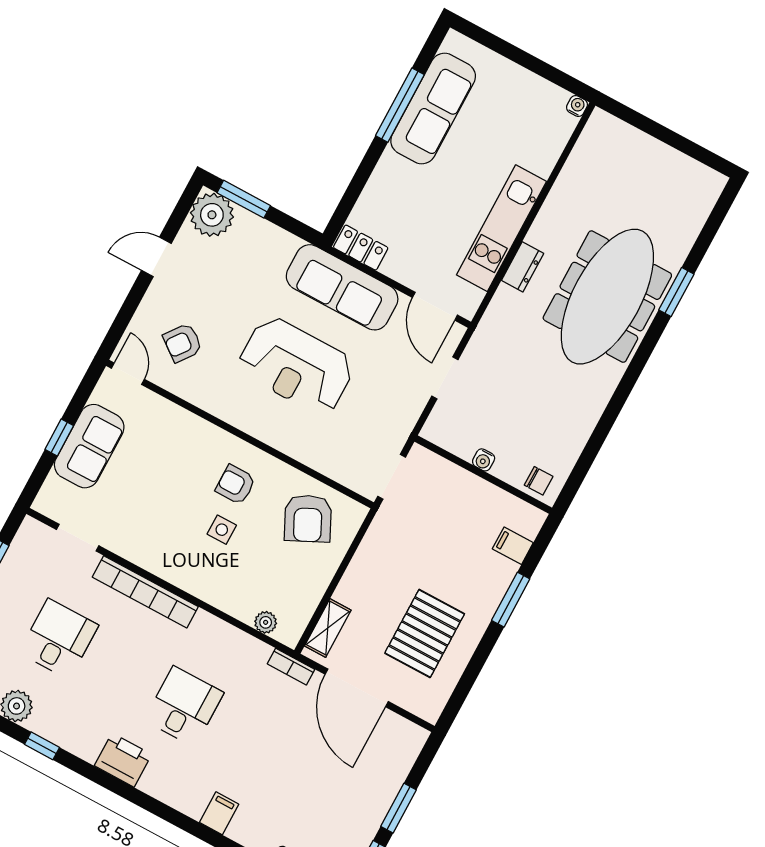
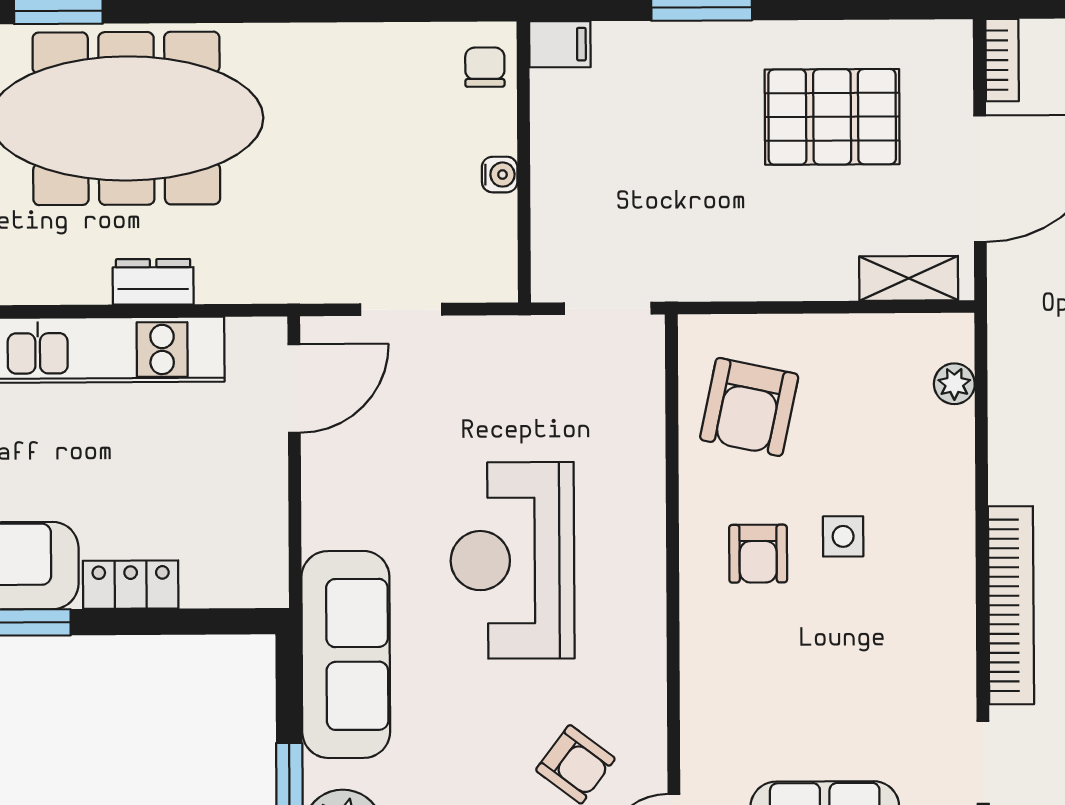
locker: (361, 248) -> (131, 585), moved, turned 90
sofa: (342, 287) -> (346, 654), moved
reception desk: (296, 366) -> (512, 560), turned 180
armchair: (308, 518) -> (749, 407), turned 128
filing cabinet: (513, 546) -> (560, 44), moved, turned -90
bookcase: (291, 667) -> (1002, 60), moved

